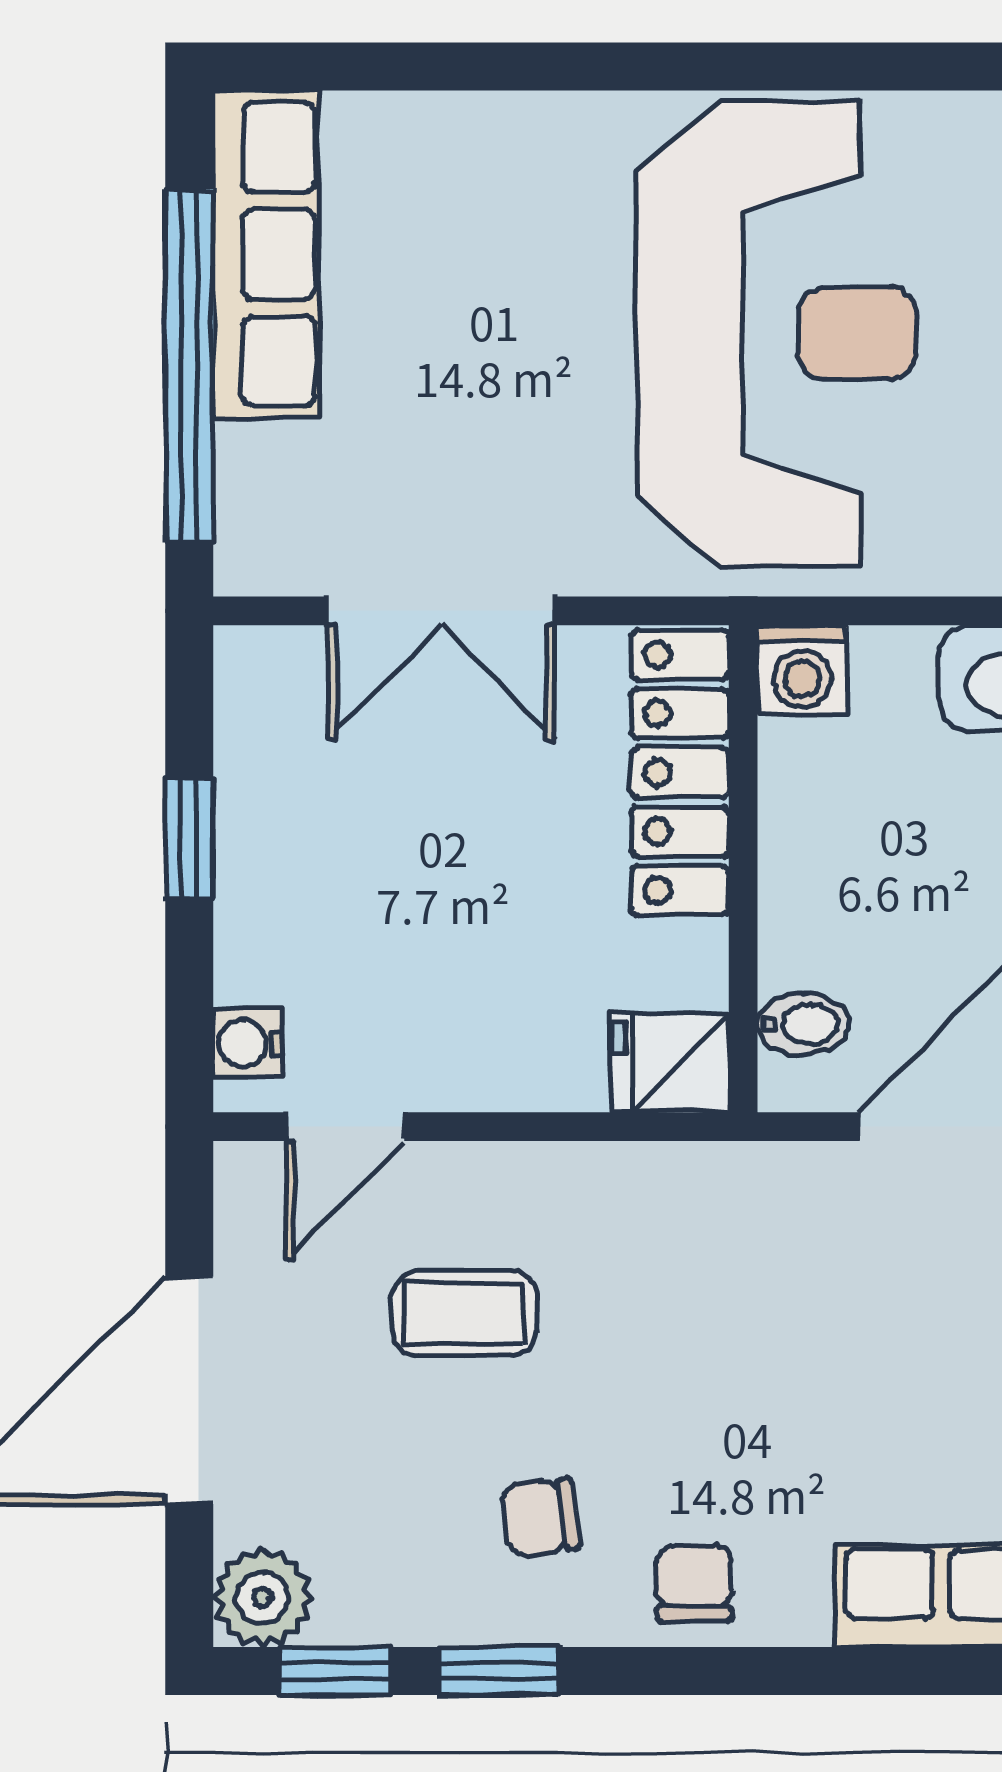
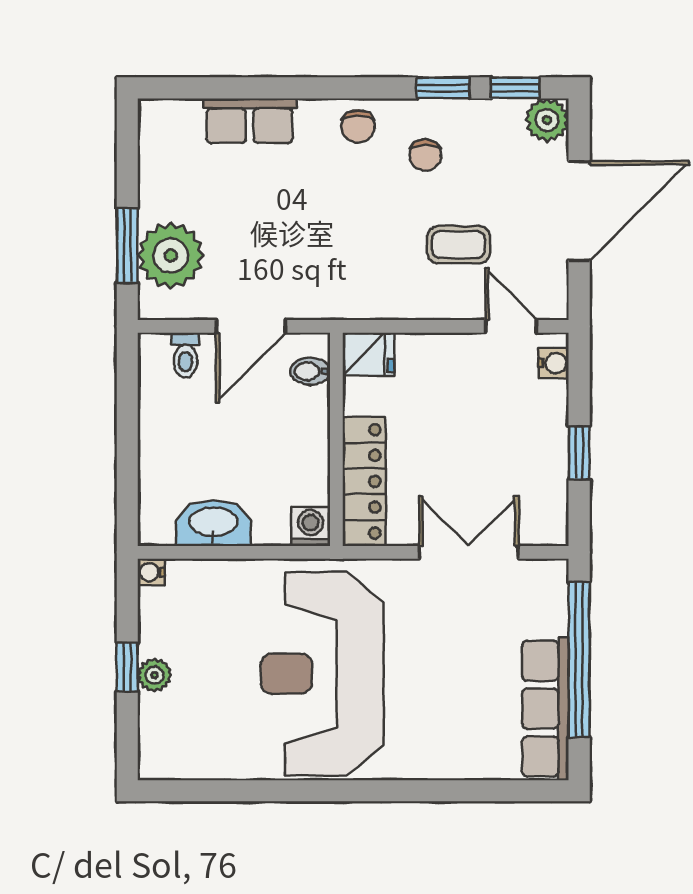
door: (345, 1127) -> (511, 326), hinge flipped
chair: (540, 1518) -> (425, 155), turned 98

